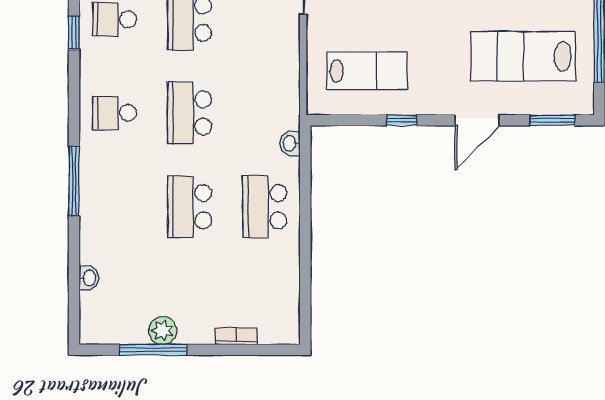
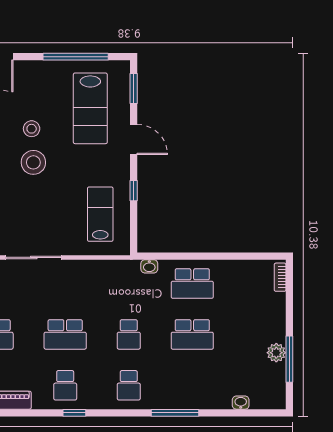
school desk: (190, 113) -> (129, 334), width x0.54
bookcase: (236, 336) -> (280, 277), moved

